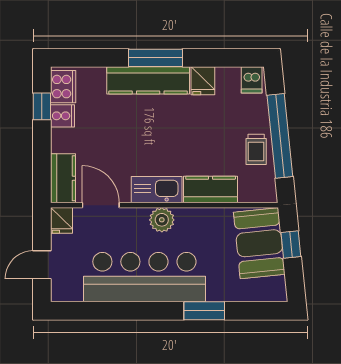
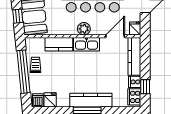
fridge: (203, 81) -> (50, 100), moved
kitchen counter: (63, 178) -> (134, 56), width x1.50
door: (101, 205) -> (115, 36), swing flipped

